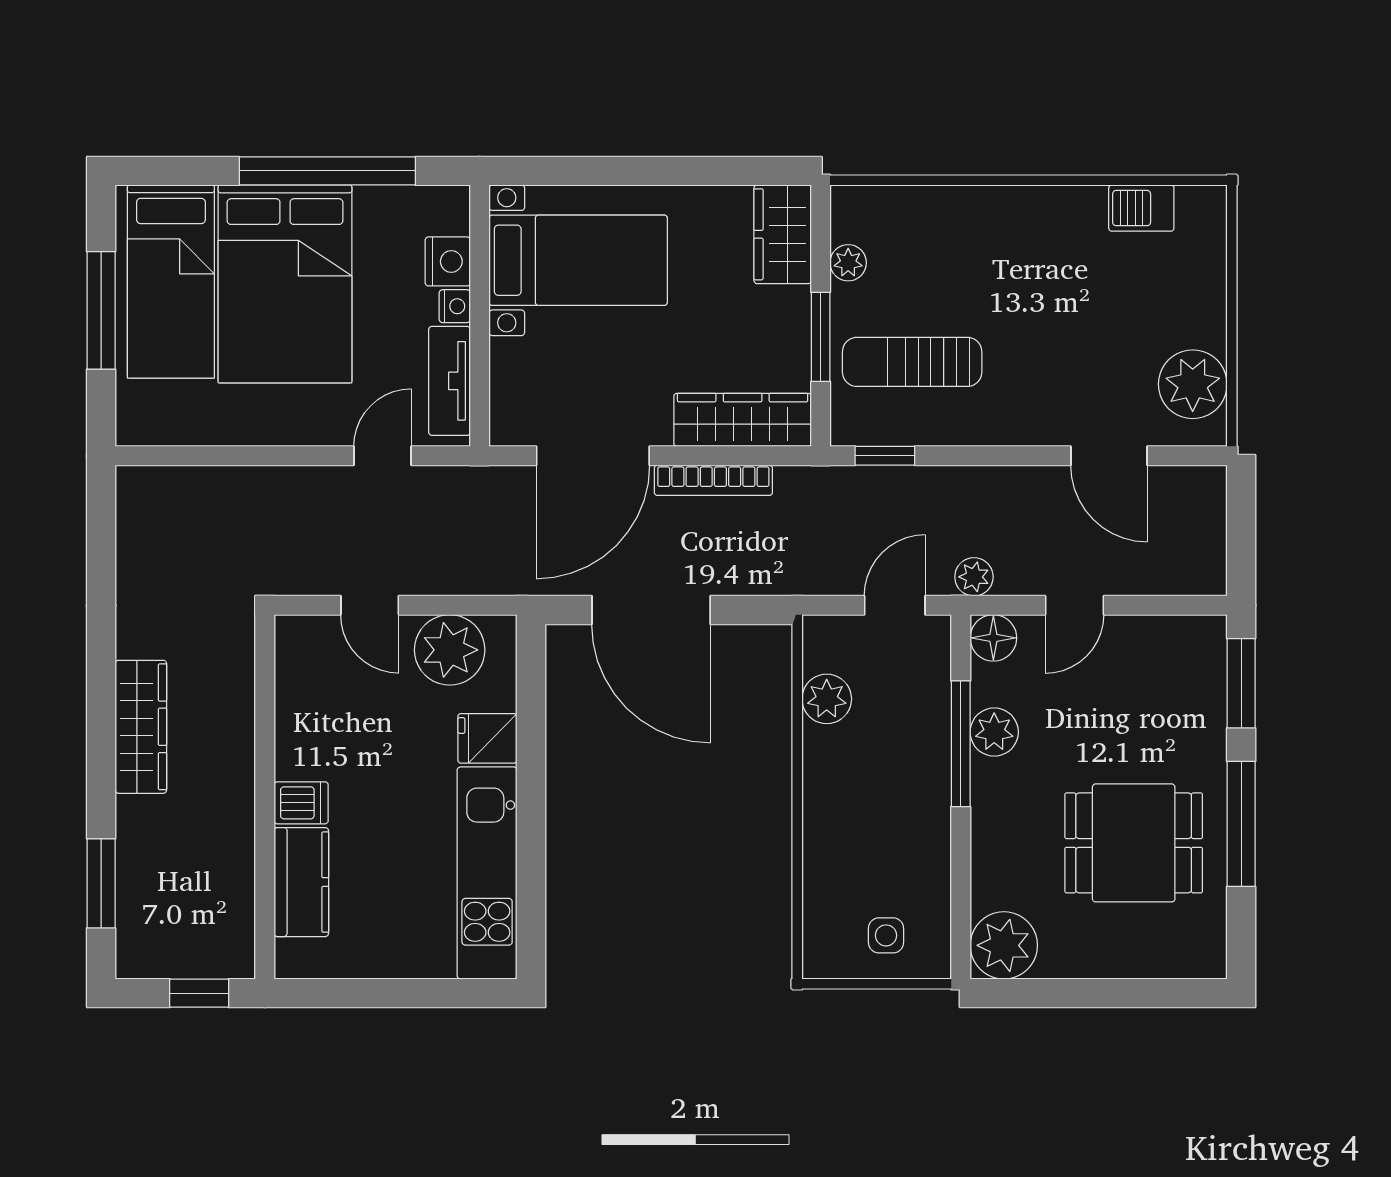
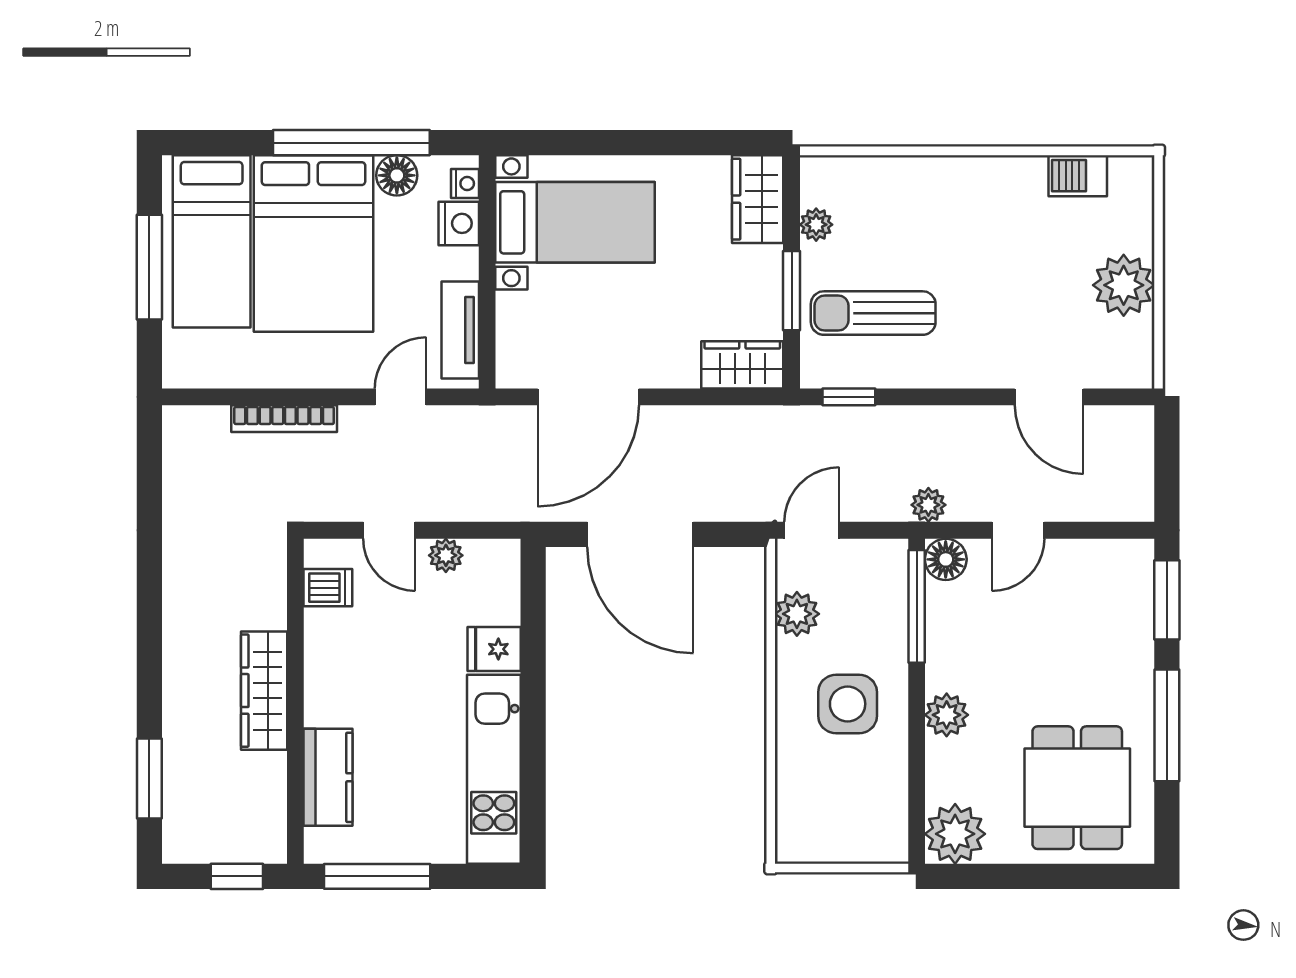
floor lamp: (378, 208) -> (397, 175), added
nightstand: (455, 306) -> (465, 183), moved
plant: (1193, 384) -> (1124, 285), moved
wardrobe: (743, 420) -> (742, 365), width x0.67
bookcase: (713, 480) -> (284, 419), moved
door: (895, 605) -> (812, 530), moved
plant: (450, 650) -> (446, 555), width x0.53, depth x0.53
wardrobe: (141, 727) -> (264, 691), moved, turned 180
plant: (994, 732) -> (947, 715), moved
window: (961, 744) -> (917, 606), moved
dishwasher: (301, 803) -> (328, 588), moved
dining table: (1134, 843) -> (1077, 788), moved, turned 90
side table: (886, 935) -> (848, 704), moved, width x1.87, depth x1.87
window: (356, 993) -> (377, 876), added

